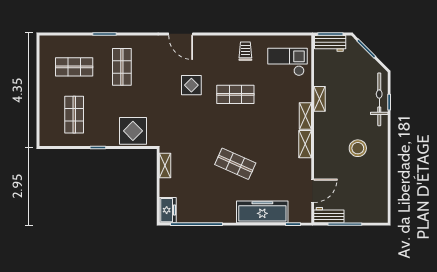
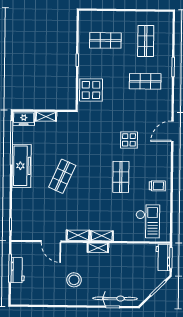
shelving: (320, 99) -> (98, 248), moved
shelving: (165, 165) -> (46, 117), moved
door: (313, 191) -> (51, 241), moved
freezer: (262, 212) -> (22, 166), moved
workbench: (329, 215) -> (18, 270), moved

